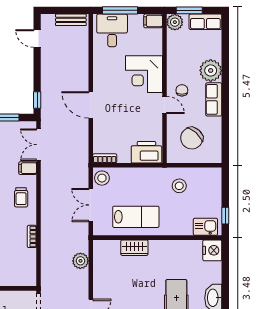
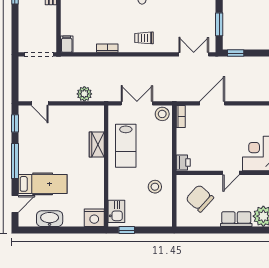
chair: (182, 90) -> (245, 189), removed
door: (91, 105) -> (212, 103), moved
printer: (146, 152) -> (183, 162), width x0.53, depth x0.68
filing cabinet: (28, 168) -> (67, 44), moved

